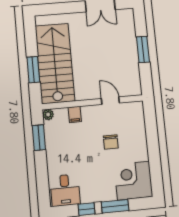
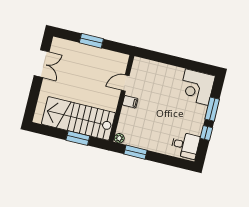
filing cabinet: (75, 114) -> (130, 102), moved
chair: (111, 142) -> (159, 95), removed

